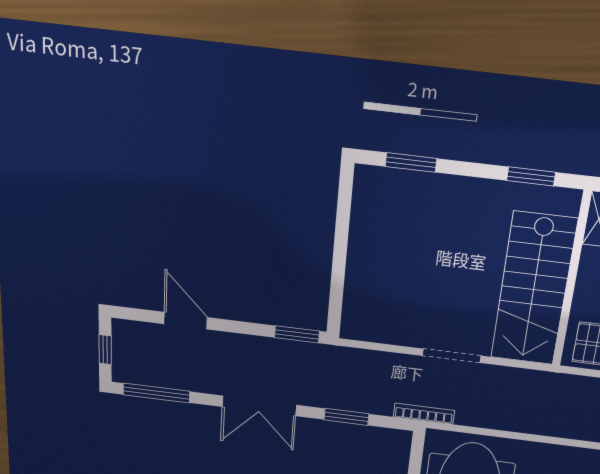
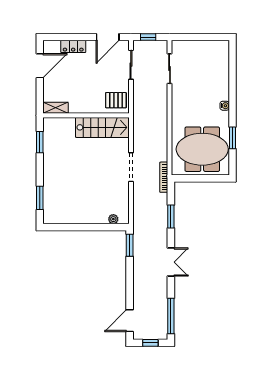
stairs: (533, 290) -> (102, 127), width x0.73, depth x0.66
plant: (351, 309) -> (113, 219), added
door: (186, 321) -> (130, 321), moved
double door: (259, 406) -> (171, 262), width x0.73

